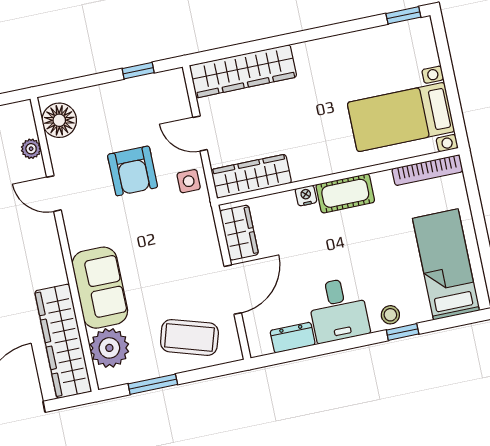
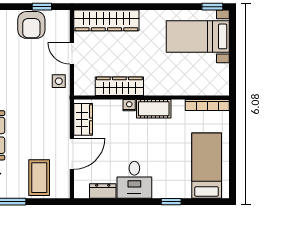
bed with nightstands: (401, 117) -> (198, 36), moved
armchair: (133, 171) -> (31, 25), moved
wardrobe: (251, 176) -> (119, 86), moved
stool: (390, 315) -> (166, 189), removed
coffee table: (189, 337) -> (39, 178), turned 73

